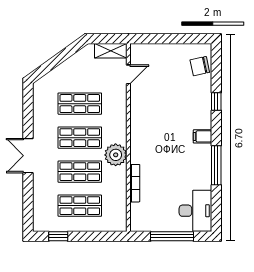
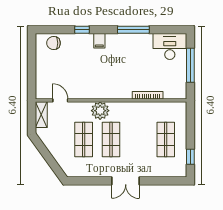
chair: (200, 66) -> (54, 43), turned 102
filing cabinet: (203, 136) -> (99, 41), moved
plant: (116, 155) -> (100, 111), moved
shop shelf: (80, 172) -> (138, 139), removed

